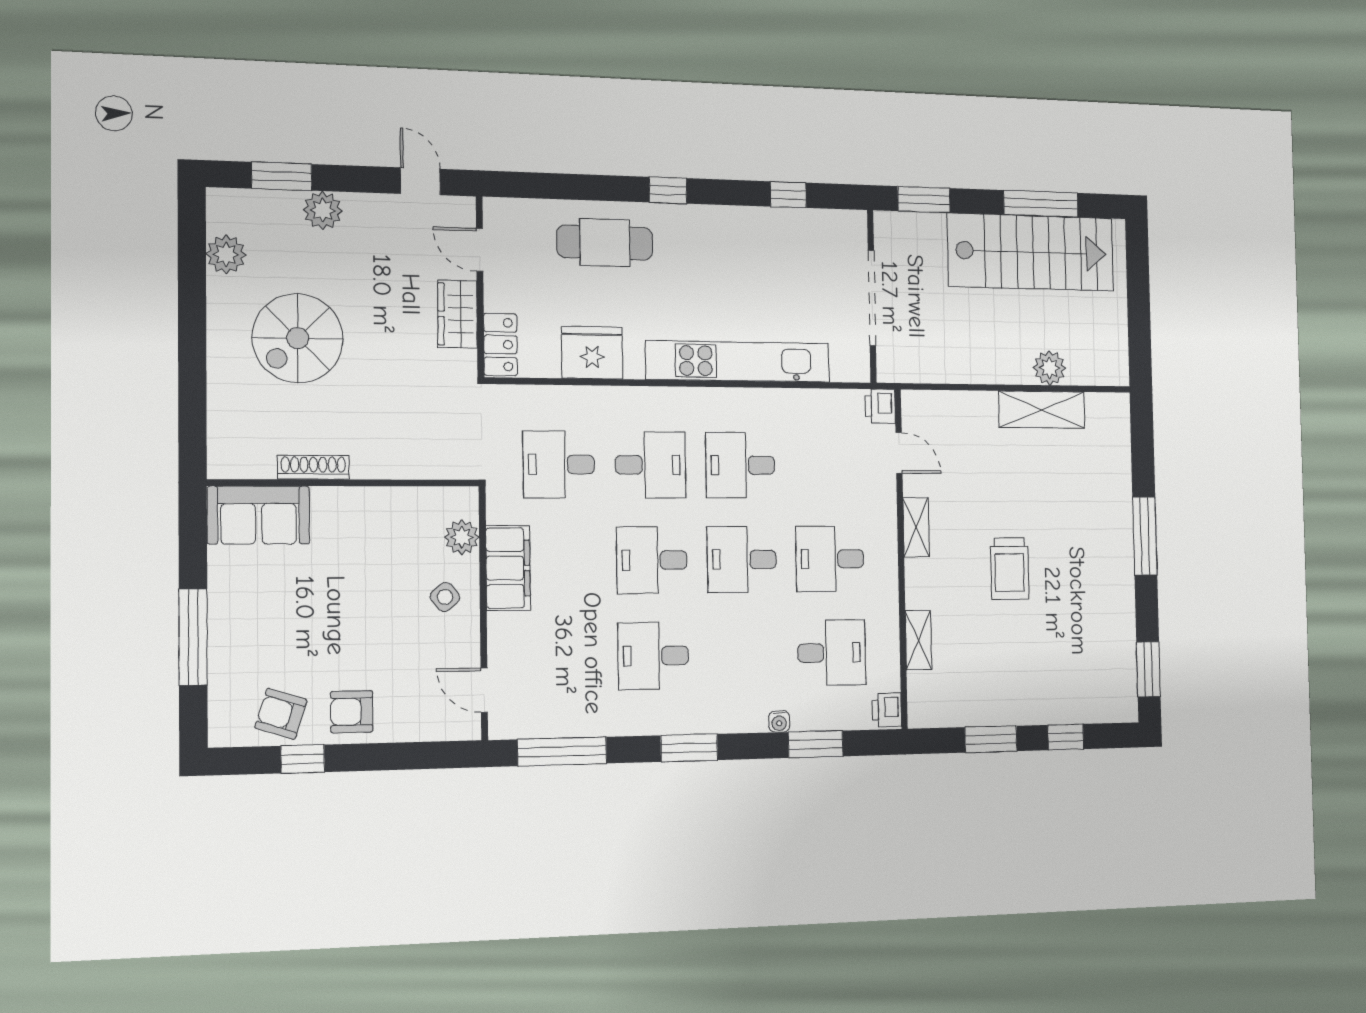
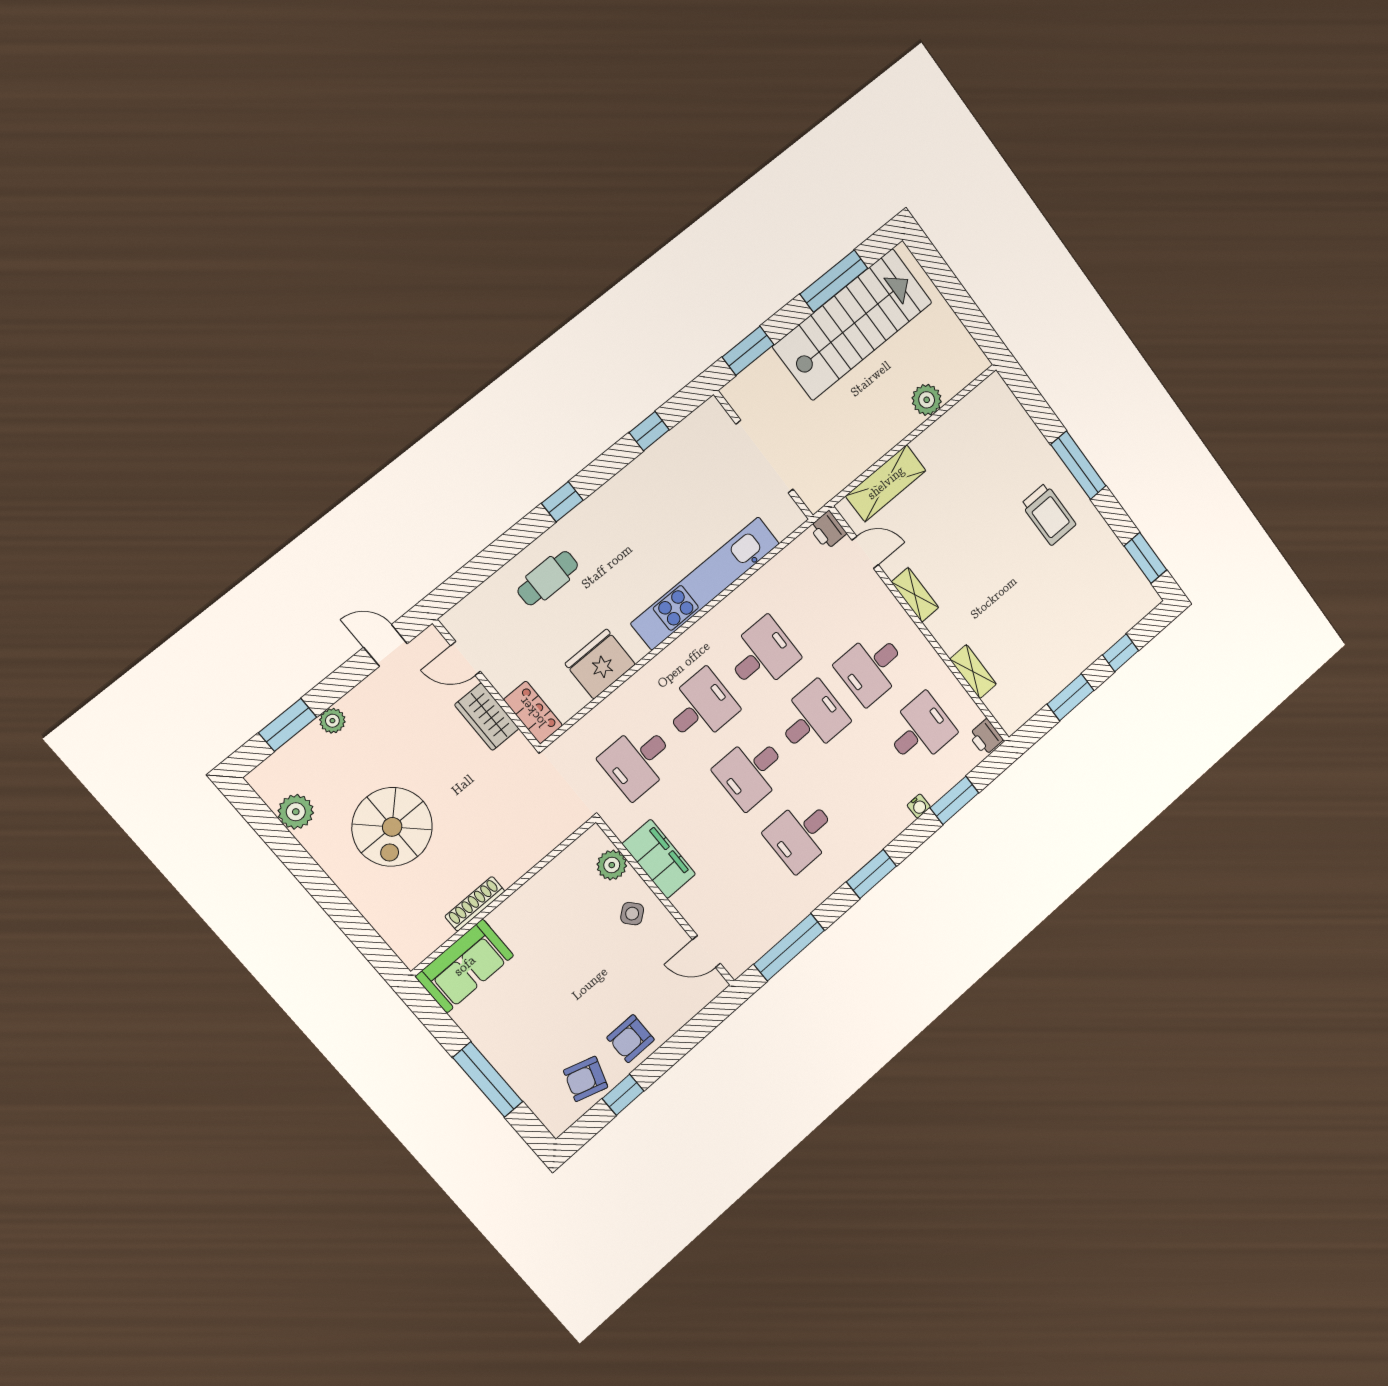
plant: (323, 210) -> (332, 721), width x0.73, depth x0.73
cafe table: (605, 243) -> (548, 578), width x0.73, depth x0.74
shelving: (1042, 410) -> (886, 483), moved
desk: (740, 465) -> (762, 655), turned 180
desk: (742, 559) -> (812, 719), turned 180
trolley: (1010, 569) -> (1049, 514), moved

